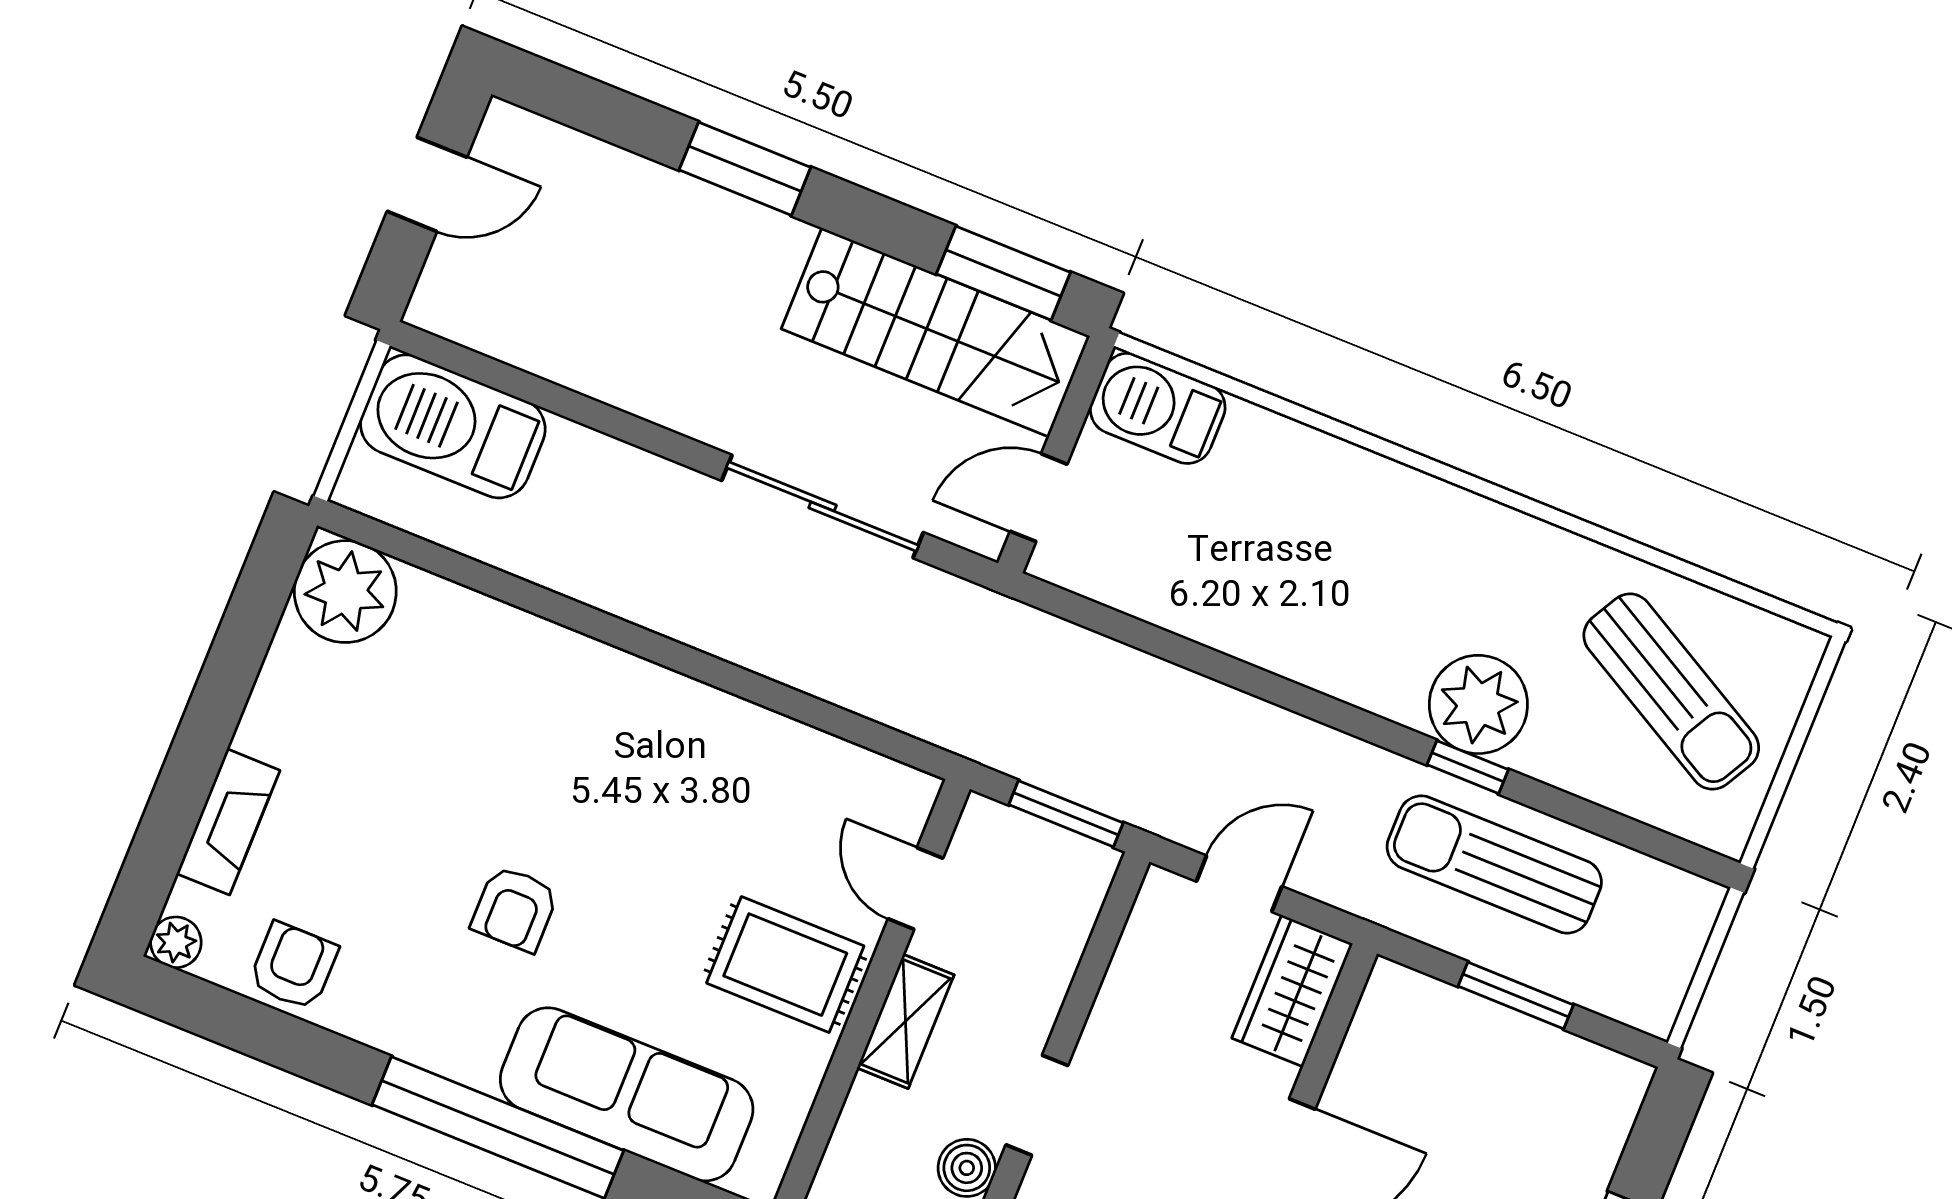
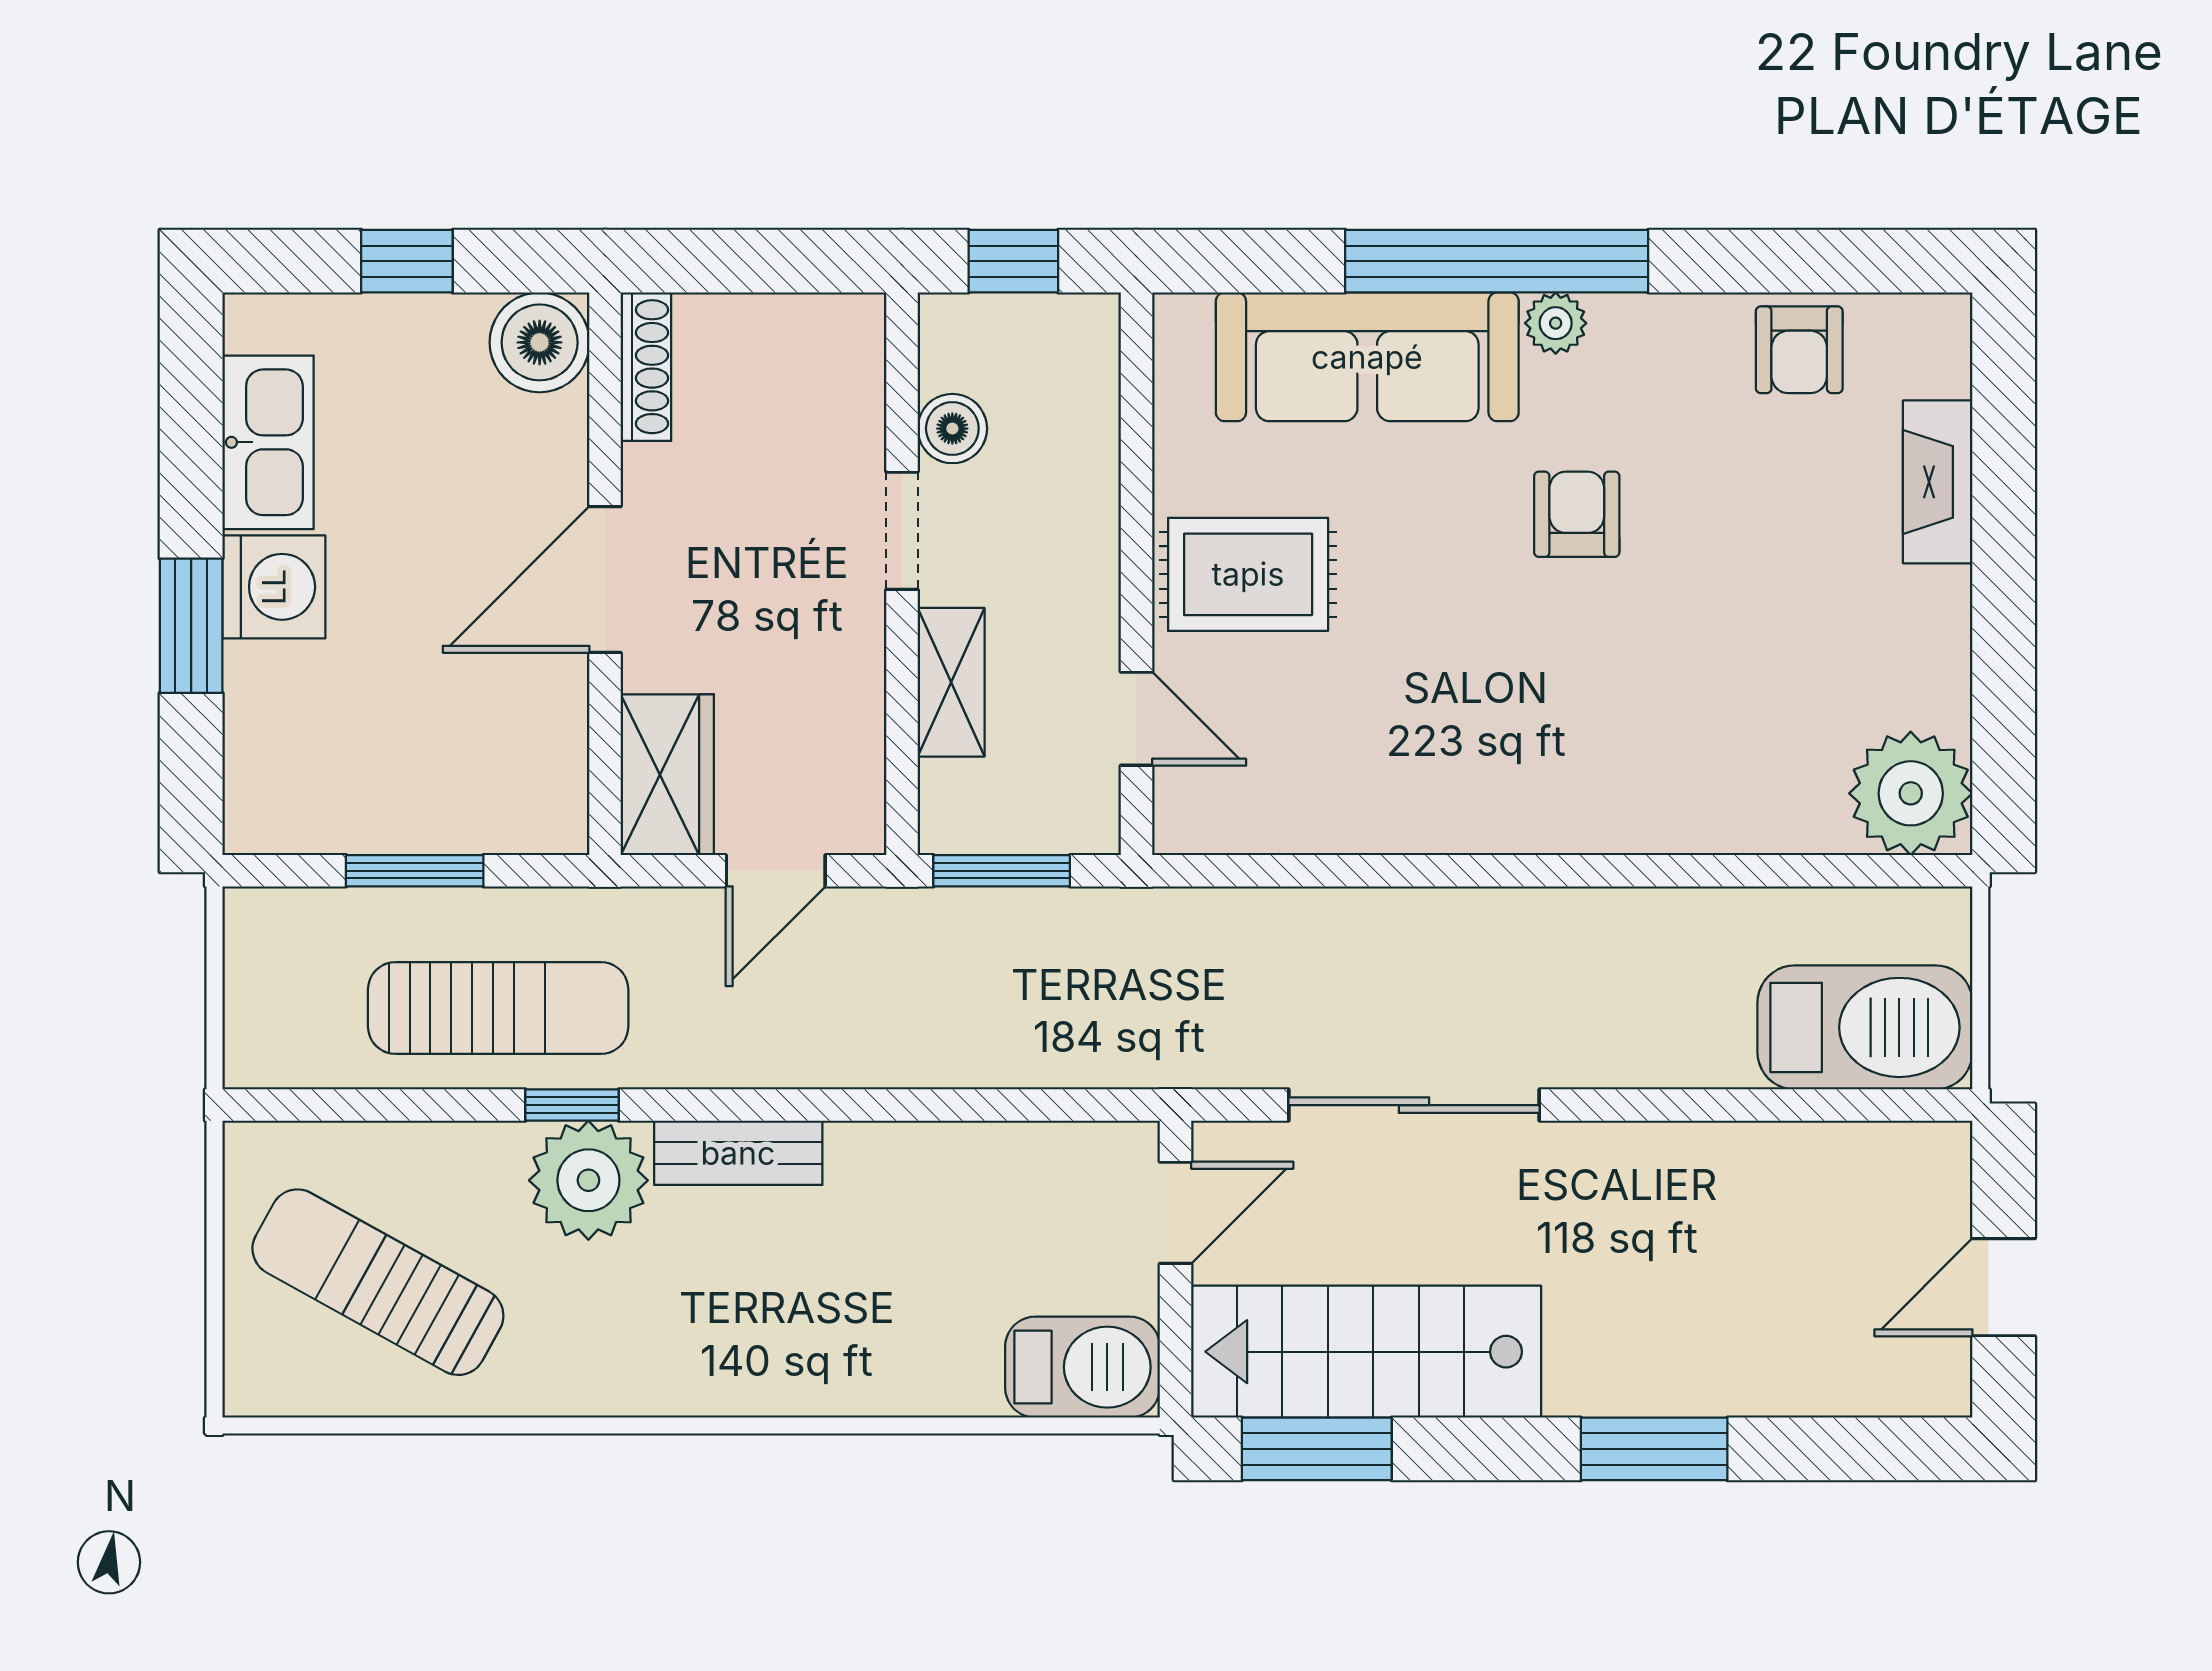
bench: (1355, 679) -> (738, 1153), added
plant: (176, 942) -> (1556, 323), moved
shelving: (906, 1021) -> (951, 682), moved

